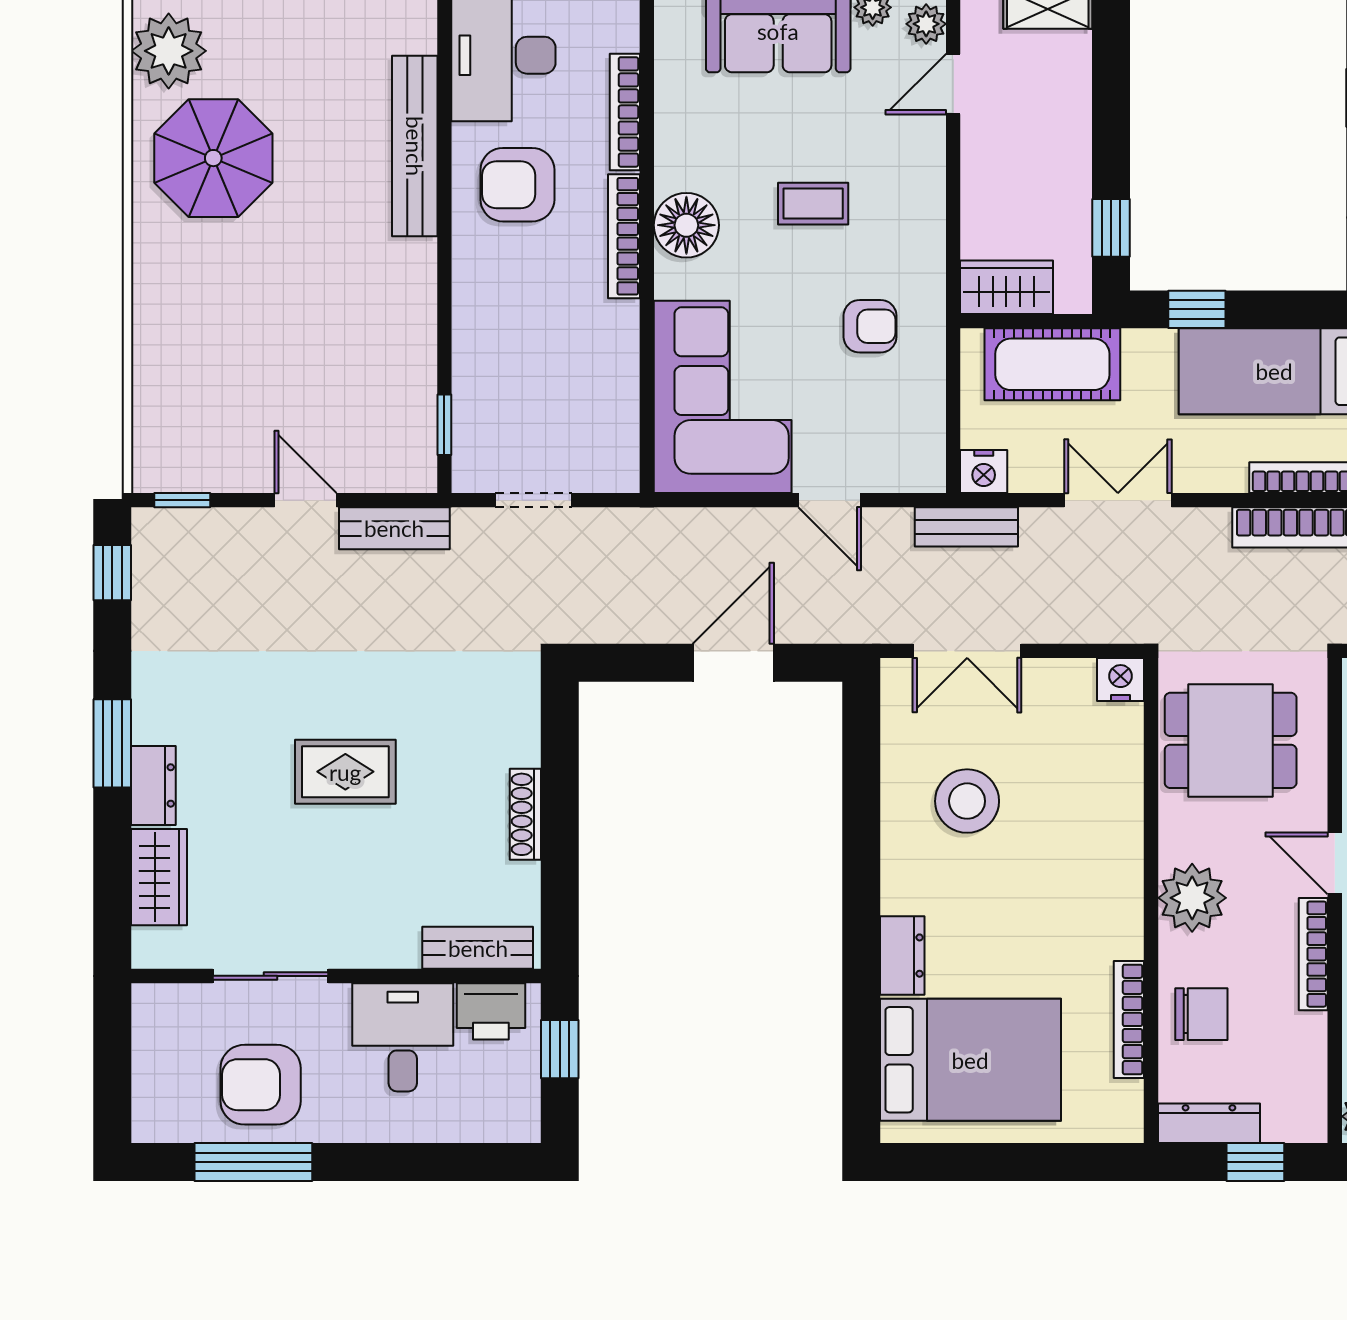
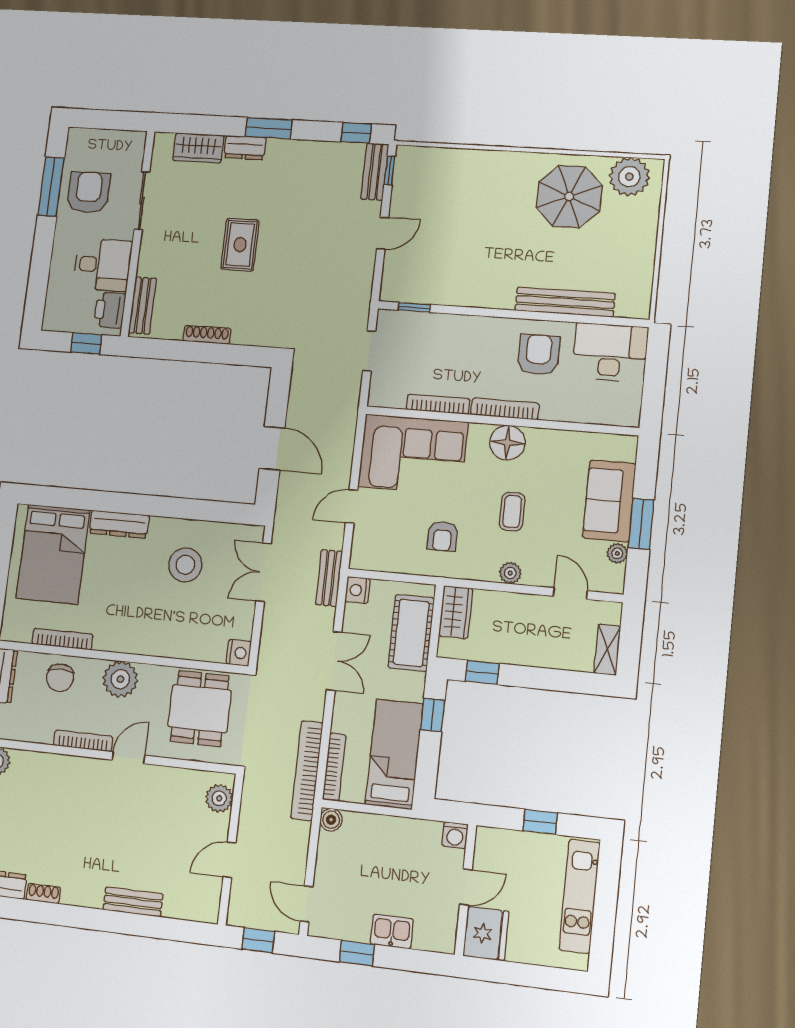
plant: (926, 24) -> (510, 573), moved
bookcase: (625, 112) -> (438, 404), moved
bench: (394, 528) -> (375, 172), moved
dresser: (902, 956) -> (119, 524), width x1.44

